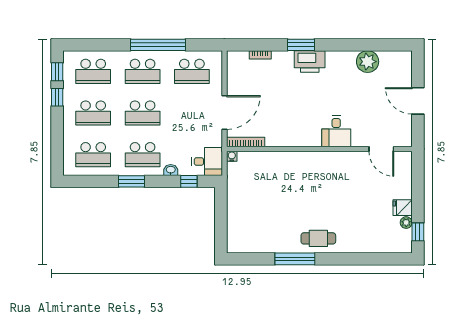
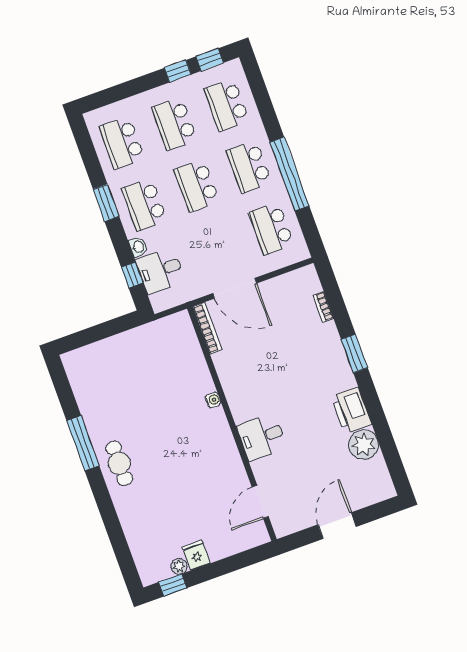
printer: (310, 61) -> (351, 410), moved
water cooler: (232, 156) -> (213, 400), moved
desk: (207, 161) -> (160, 270), moved, turned 90

